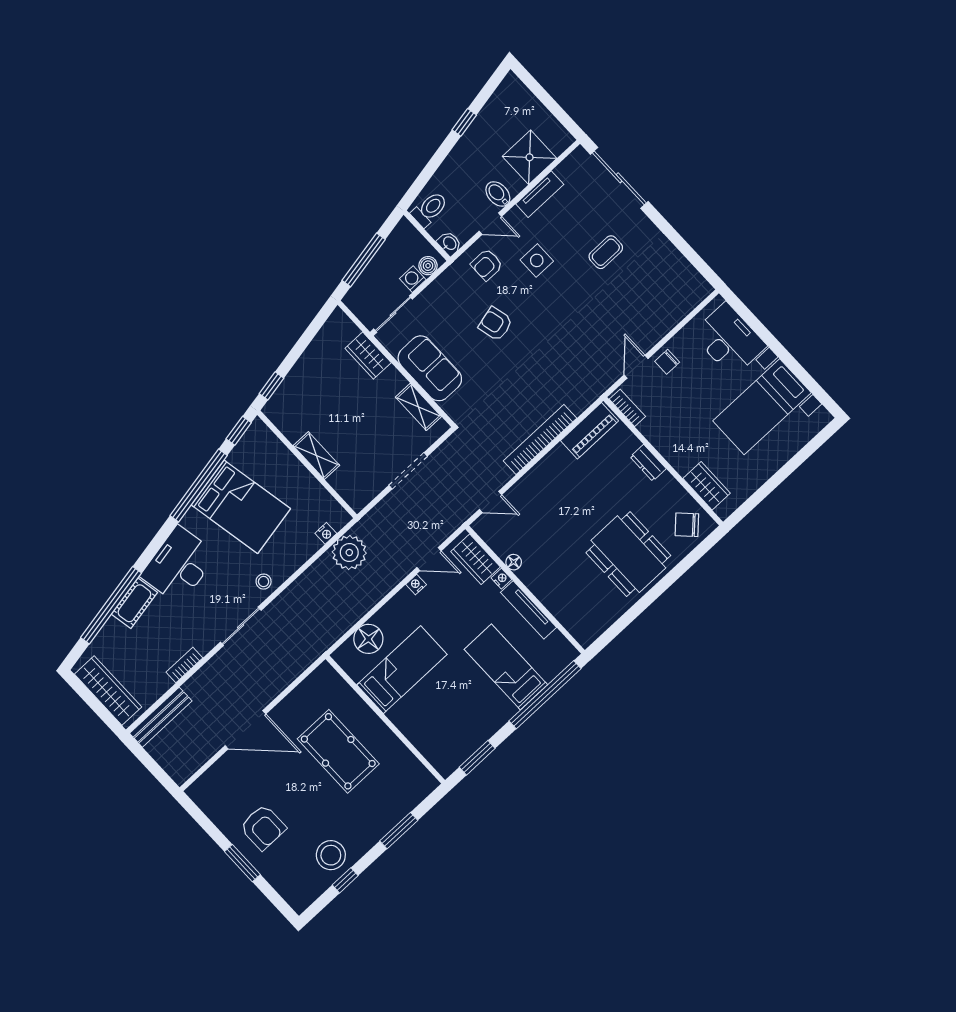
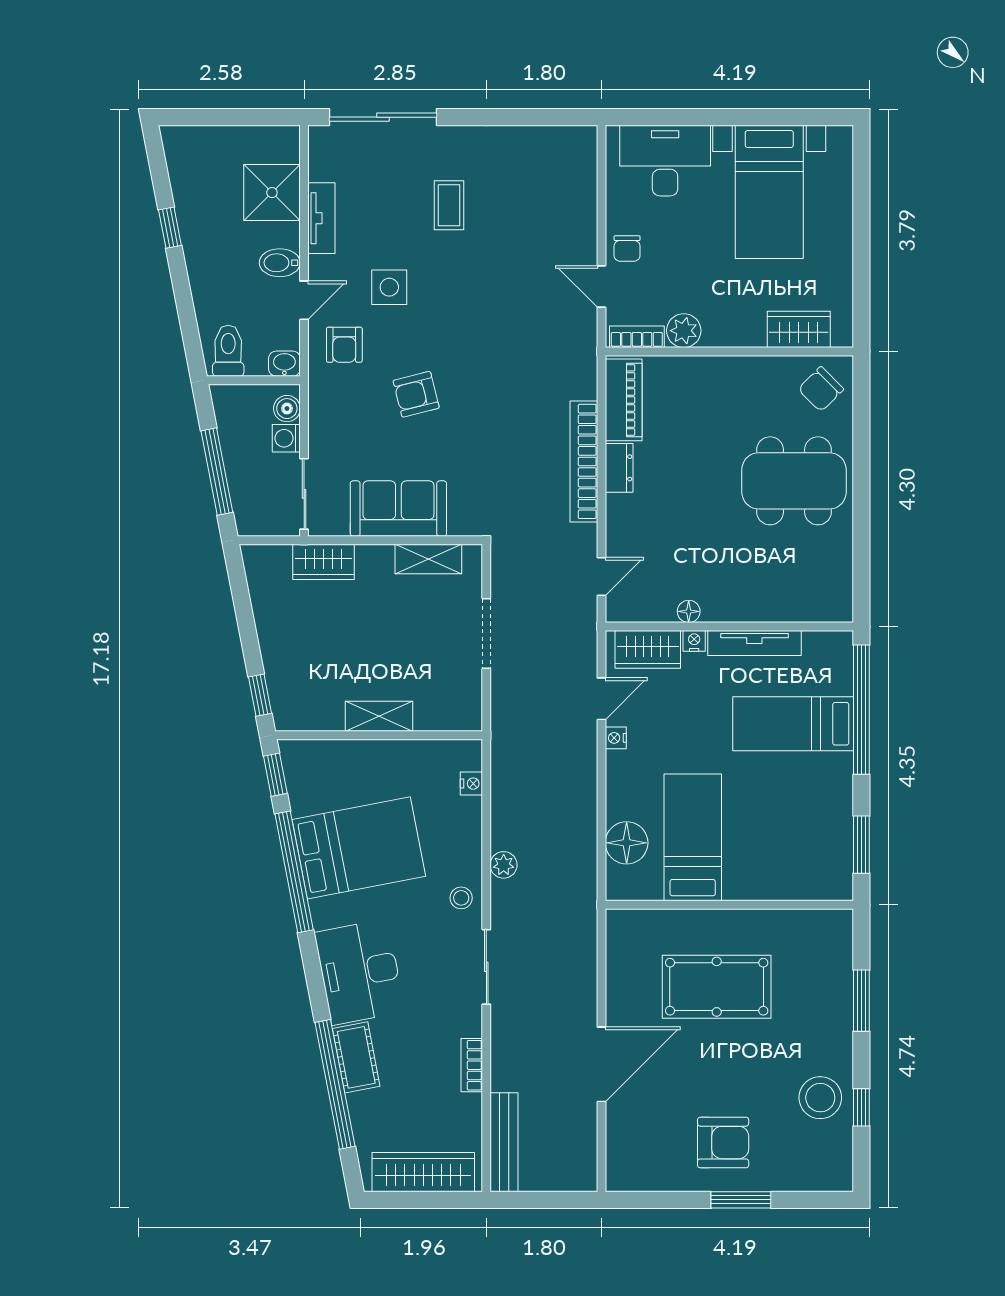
plant: (652, 429) -> (684, 331), added
dresser: (648, 463) -> (619, 468), moved, turned -90
plant: (349, 552) -> (504, 865), moved, width x0.53, depth x0.53

